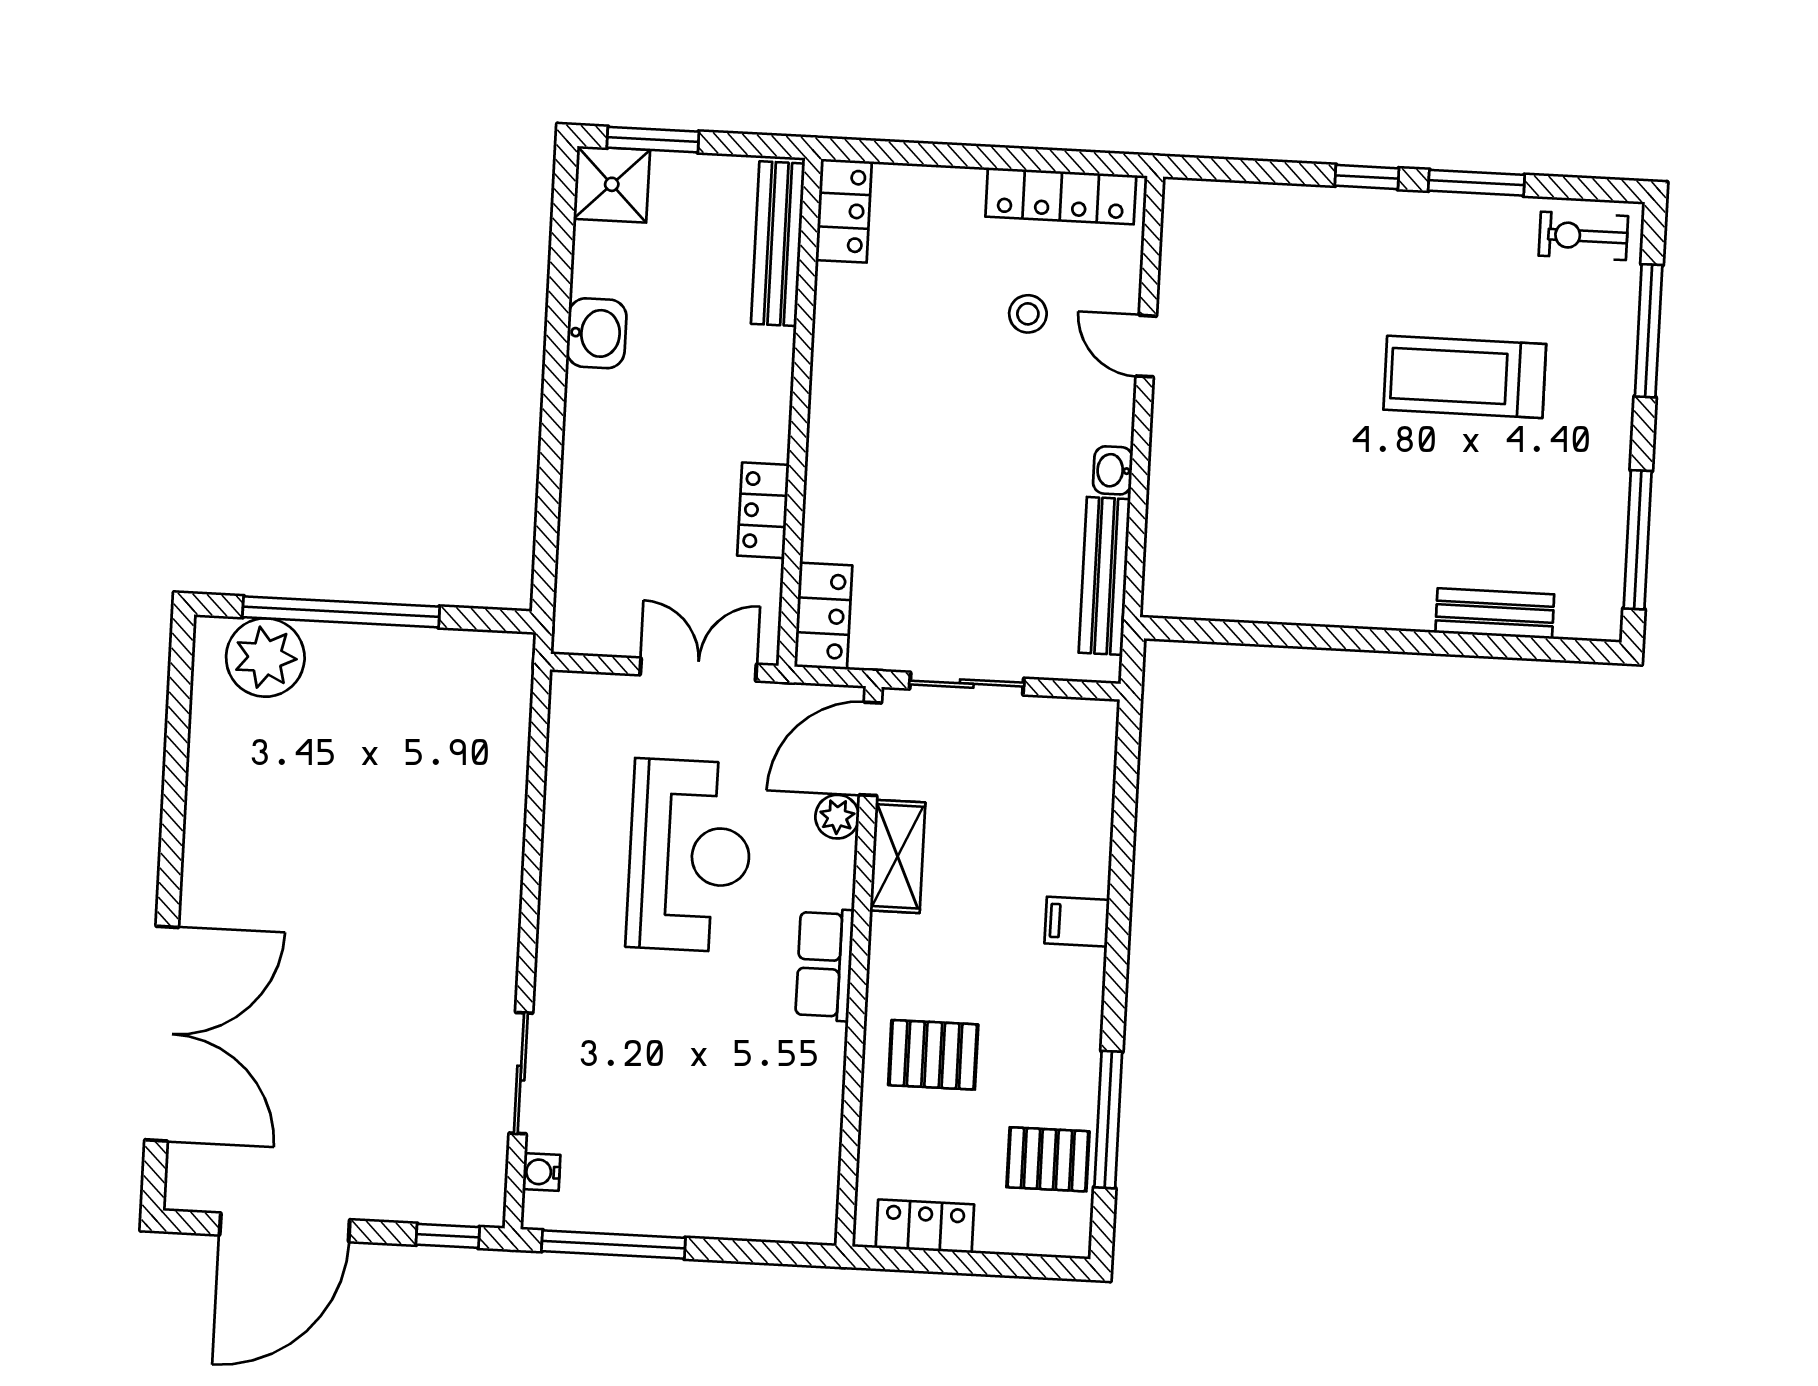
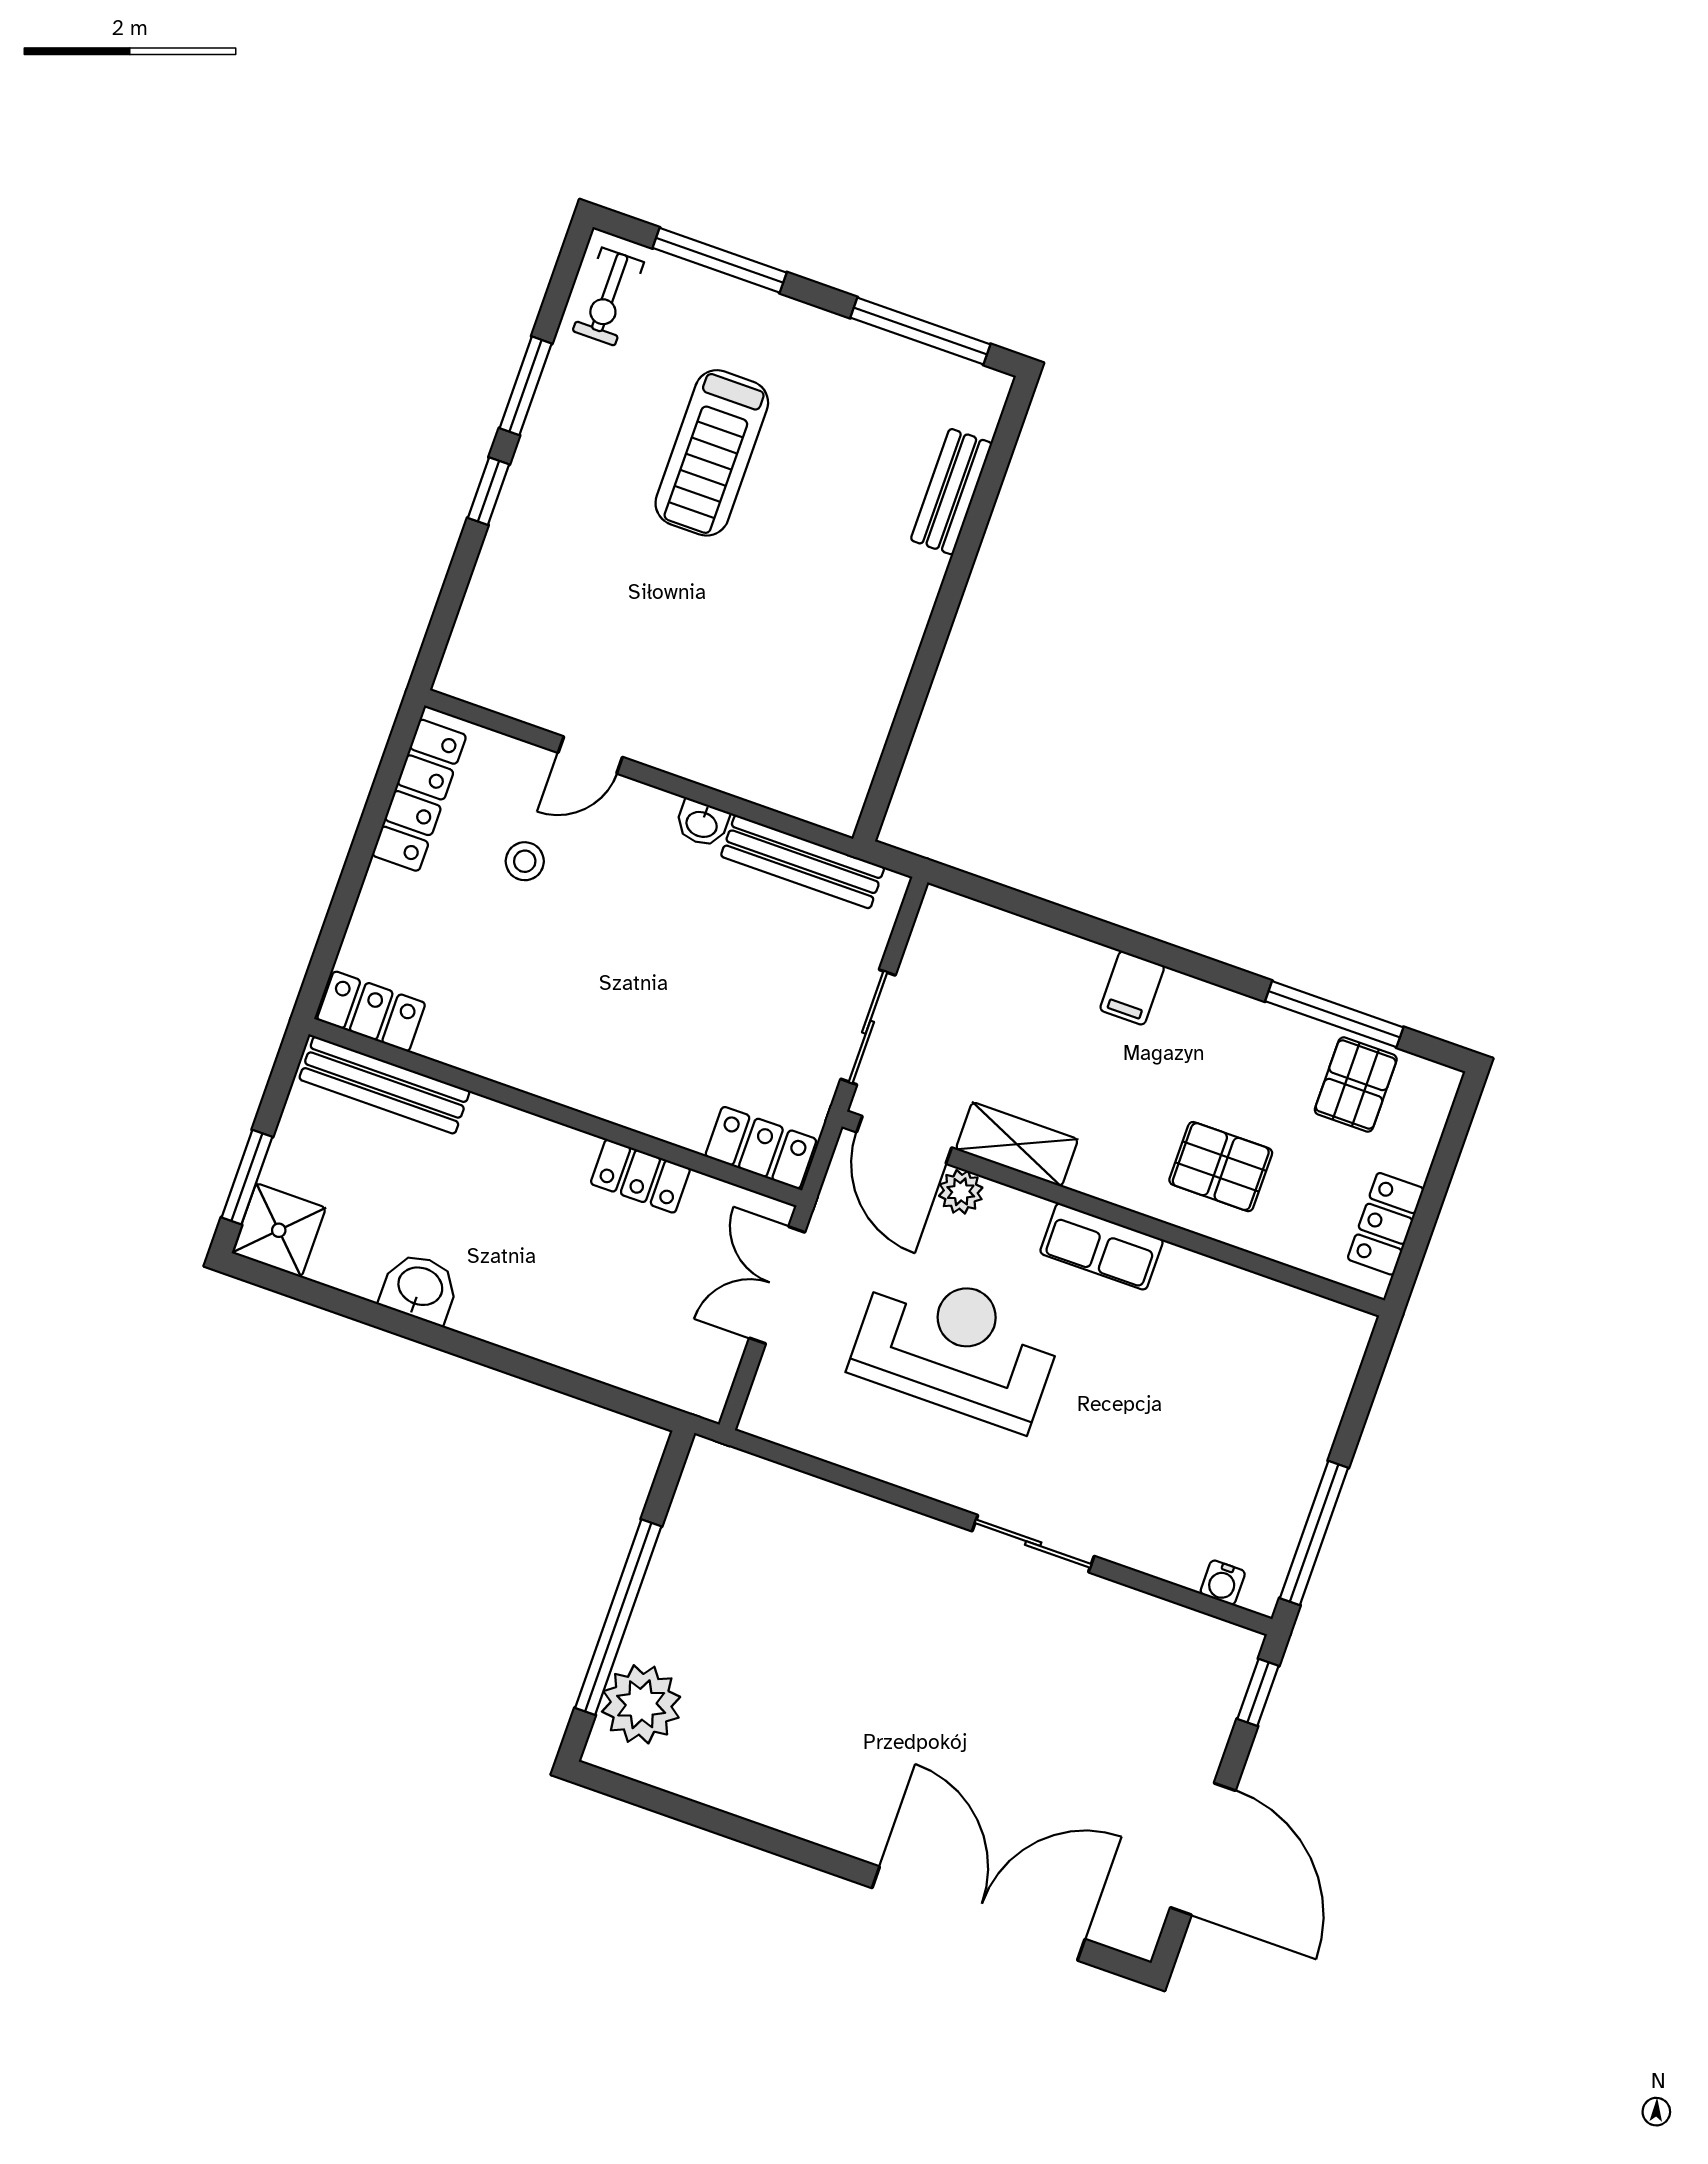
pallet: (933, 1055) -> (1221, 1167), turned 90
sliding door: (521, 1073) -> (1033, 1544), moved

